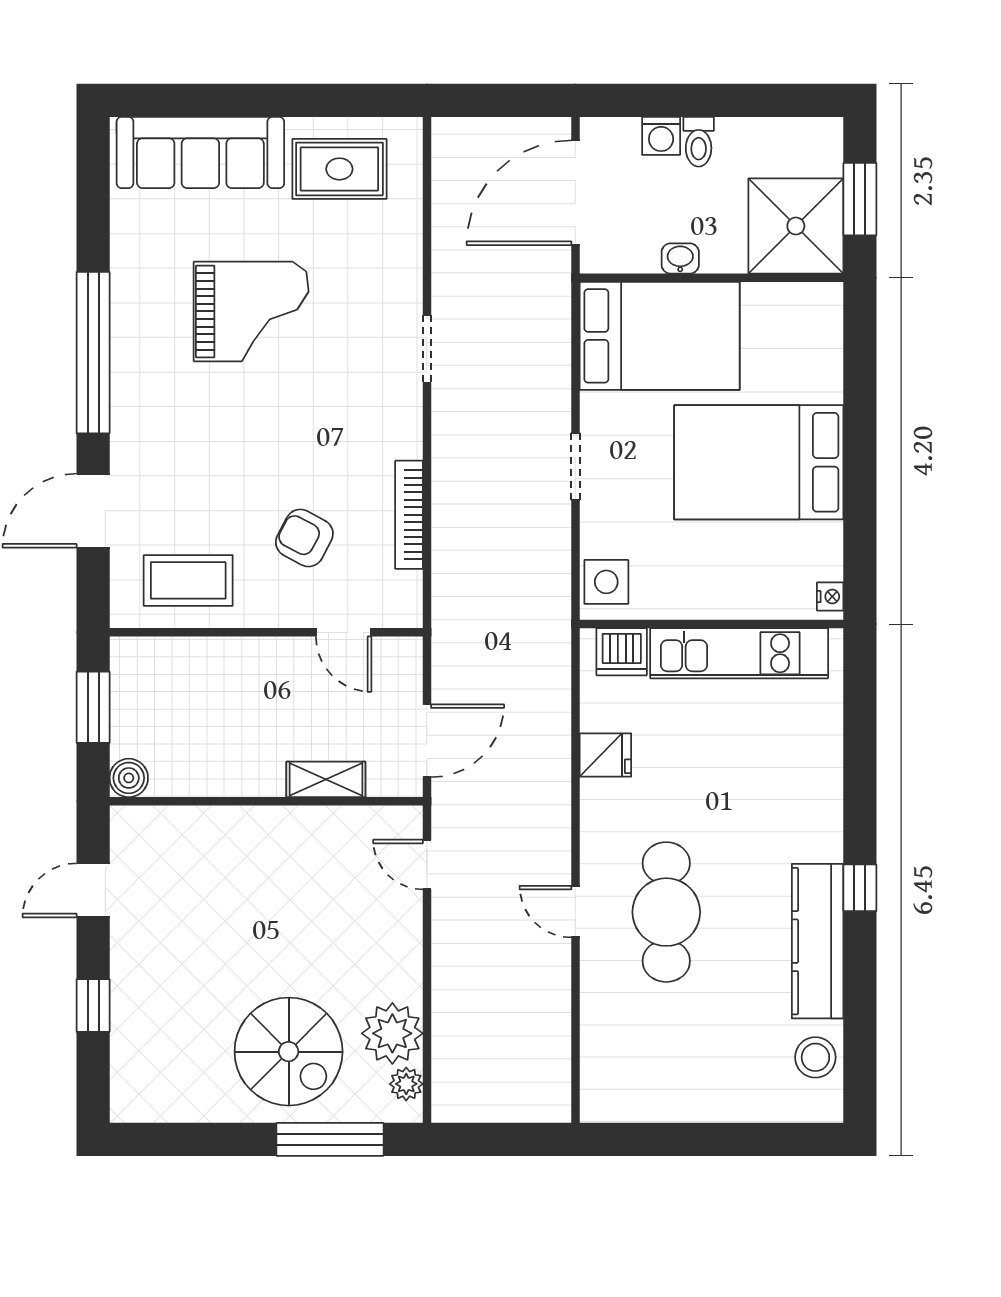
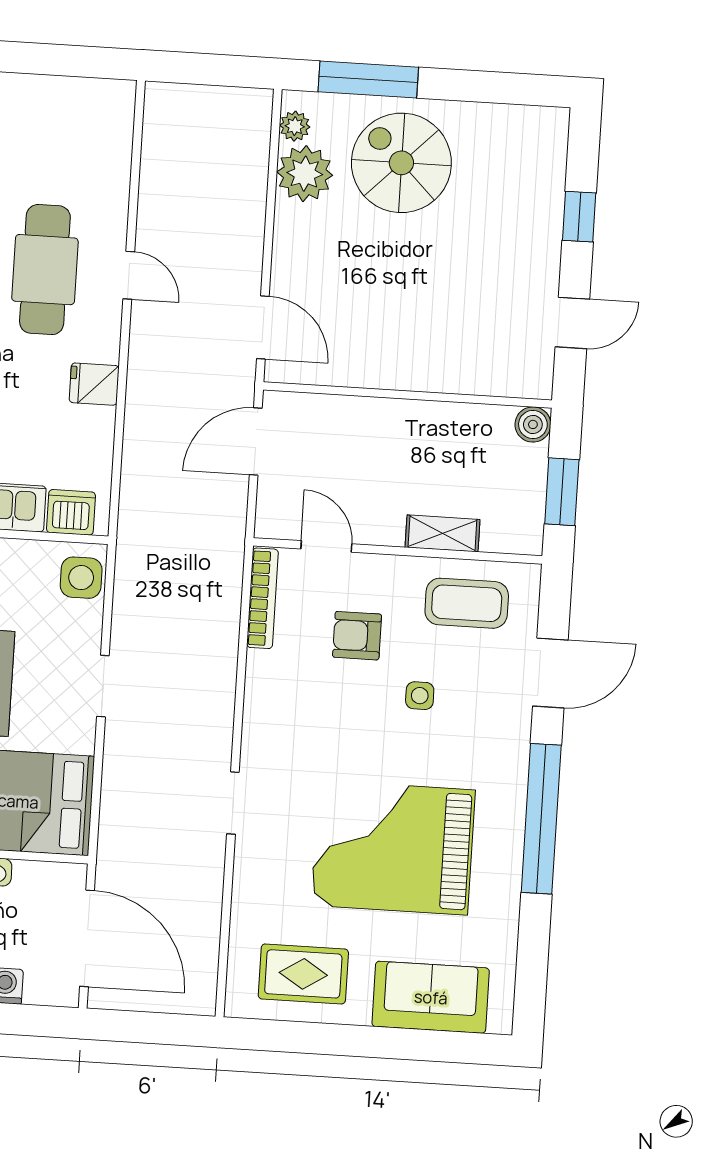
sofa: (200, 152) -> (431, 997), width x0.73
door: (575, 193) -> (87, 938), hinge flipped
grand piano: (251, 311) -> (393, 848), width x1.37, depth x1.48
side table: (233, 477) -> (420, 696), added
bookcase: (409, 515) -> (262, 598), moved
armchair: (304, 538) -> (357, 636), turned 152
fridge: (605, 755) -> (94, 384), moved
shelving: (326, 779) -> (442, 533), moved
door: (427, 865) -> (263, 327), width x1.38

